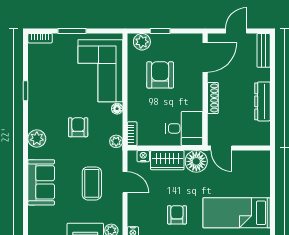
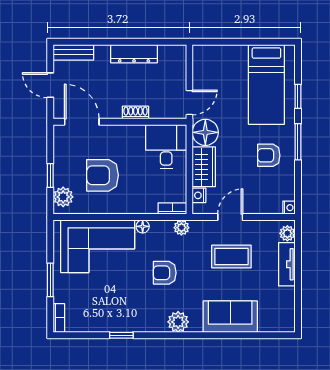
shoe rack: (213, 98) -> (136, 113), width x0.70

